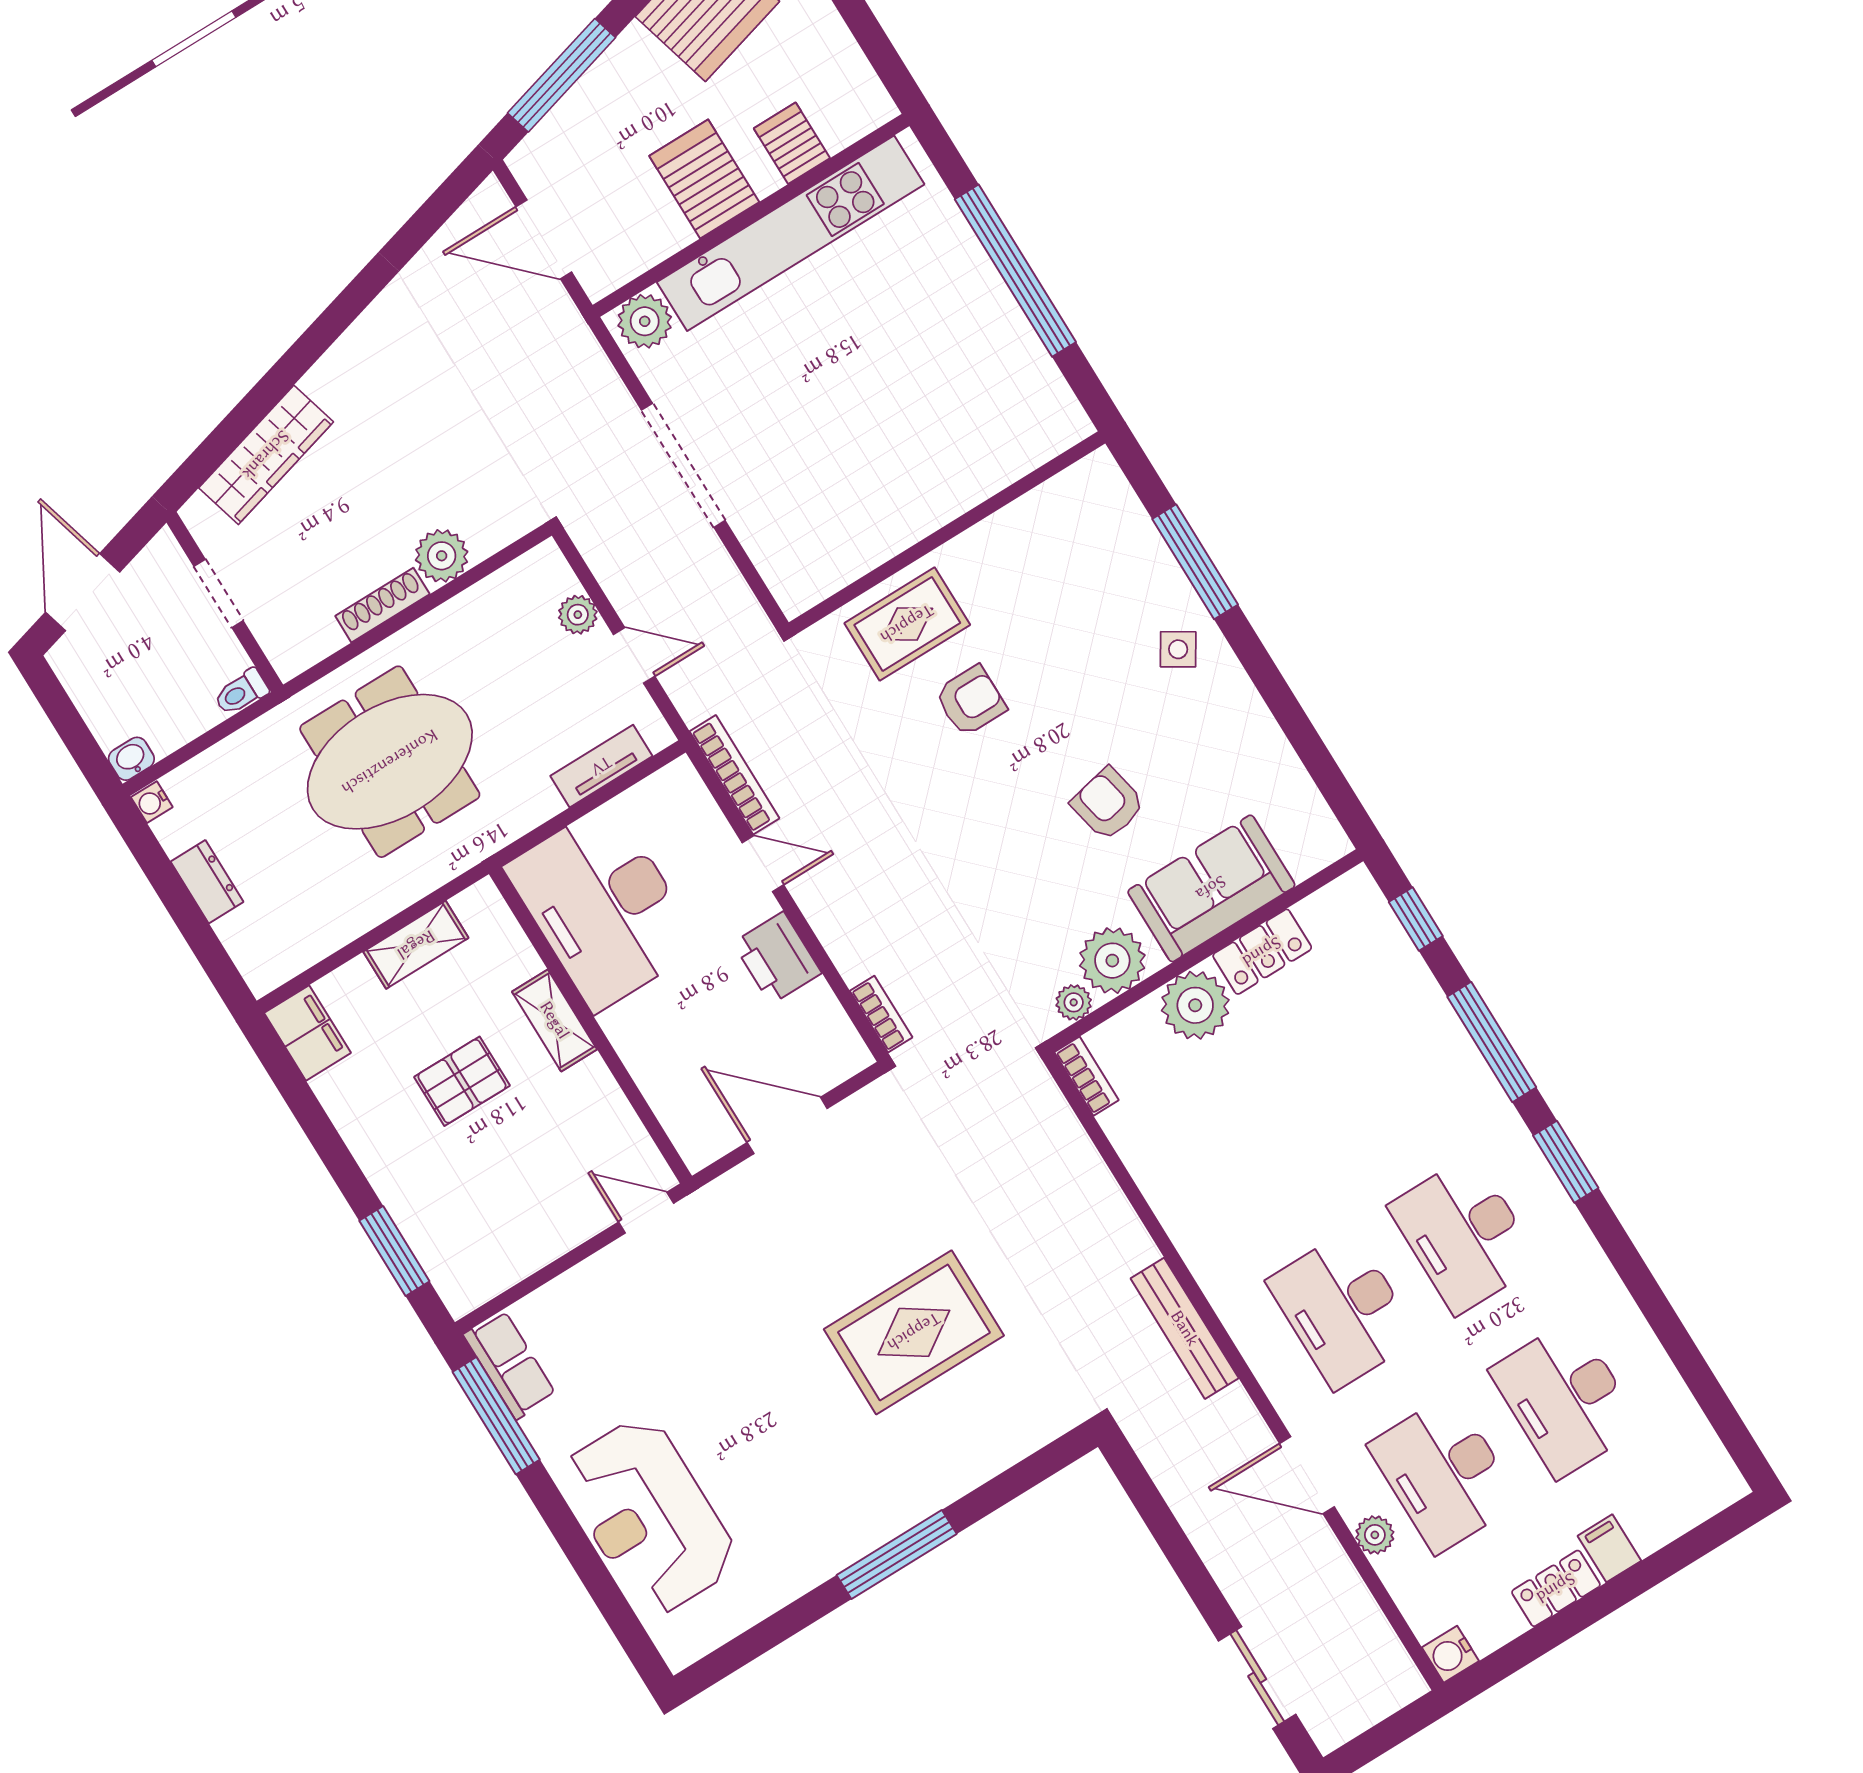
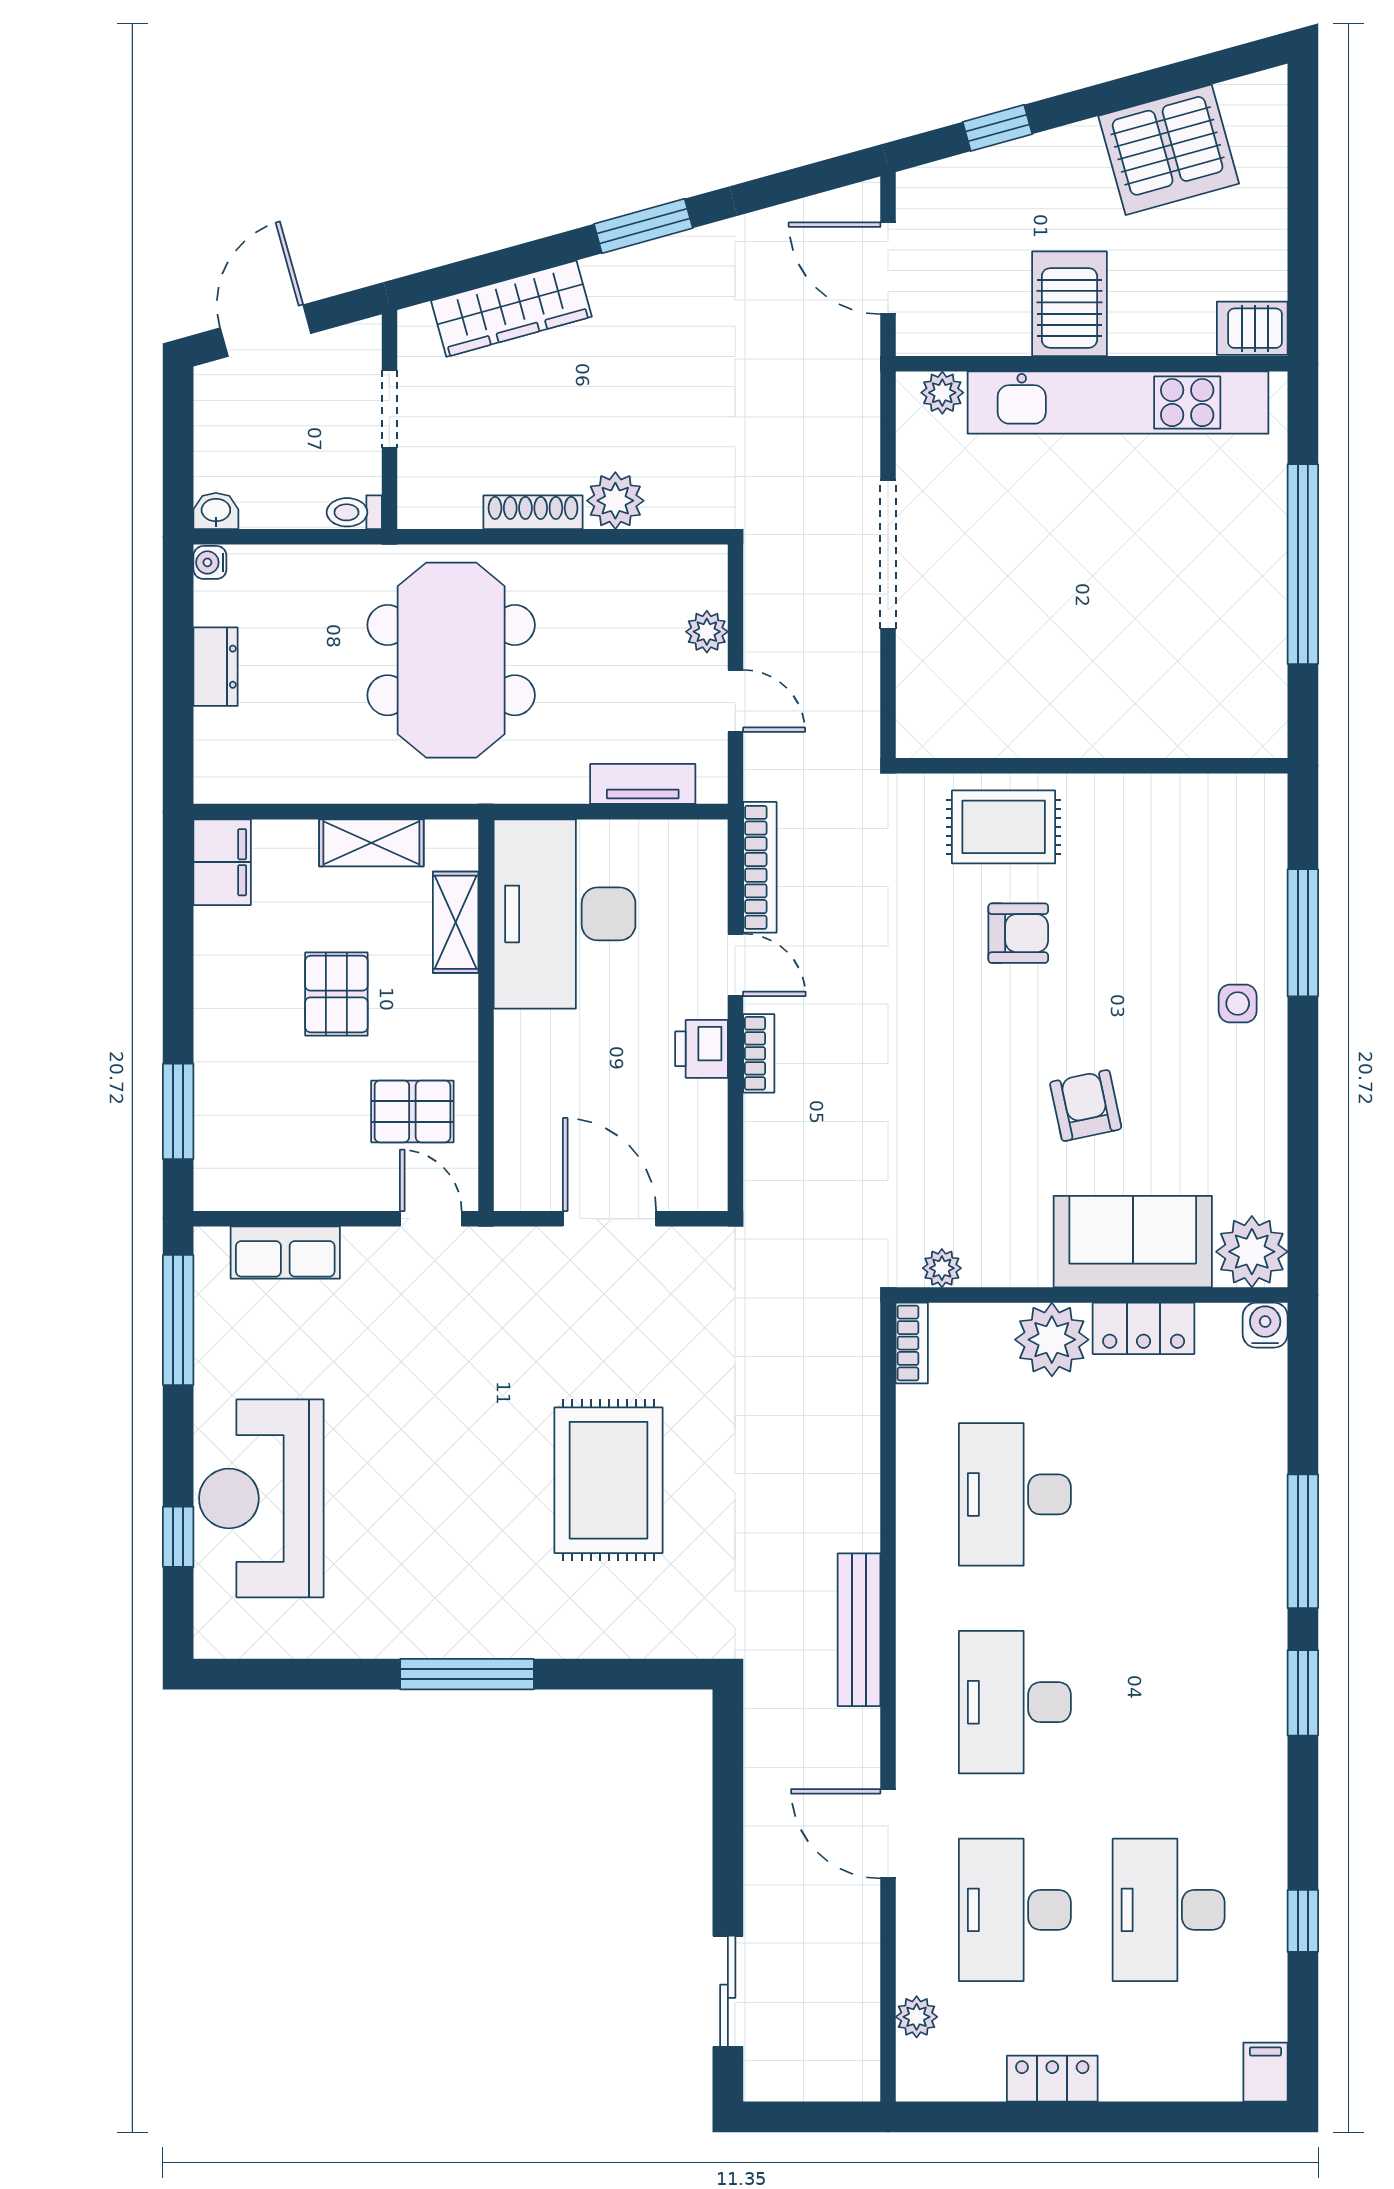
window: (562, 75) -> (997, 128), width x0.46
server rack: (792, 143) -> (1252, 328), moved, turned -90
plant: (645, 321) -> (942, 393), width x0.73, depth x0.73
window: (330, 325) -> (643, 226), added
side table: (1178, 649) -> (1238, 1004), turned -32
meeting table: (390, 762) -> (451, 660), turned 90
window: (1416, 919) -> (1303, 1921), moved
printer: (777, 958) -> (702, 1049), width x0.73, depth x0.81
plant: (1112, 961) -> (1252, 1252), moved
bookcase: (881, 1014) -> (759, 1053), moved
shelving: (555, 1020) -> (456, 922), moved
pallet: (462, 1081) -> (336, 994), turned 90
pallet: (579, 1137) -> (412, 1111), added
desk: (1464, 1235) -> (1015, 1494), moved
rug: (914, 1332) -> (609, 1480), turned 90
row of seats: (510, 1365) -> (285, 1253), moved, turned 90
plant: (1375, 1535) -> (917, 2017), moved
filing cabinet: (1609, 1548) -> (1265, 2072), moved
window: (602, 1587) -> (178, 1537), added
water cooler: (1450, 1654) -> (1265, 1325), moved, turned 90

